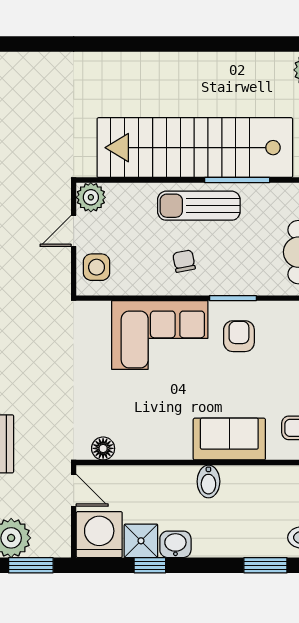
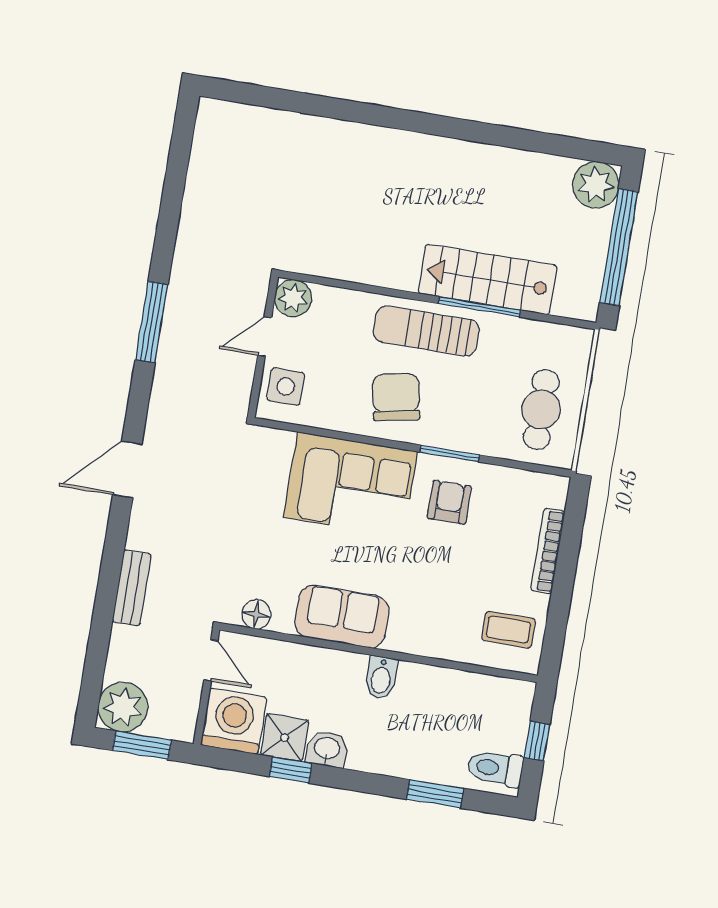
stairs: (195, 148) -> (488, 279), width x0.54, depth x0.66
chair: (184, 261) -> (396, 397), width x1.87, depth x1.87
sofa: (229, 439) -> (342, 617), moved

